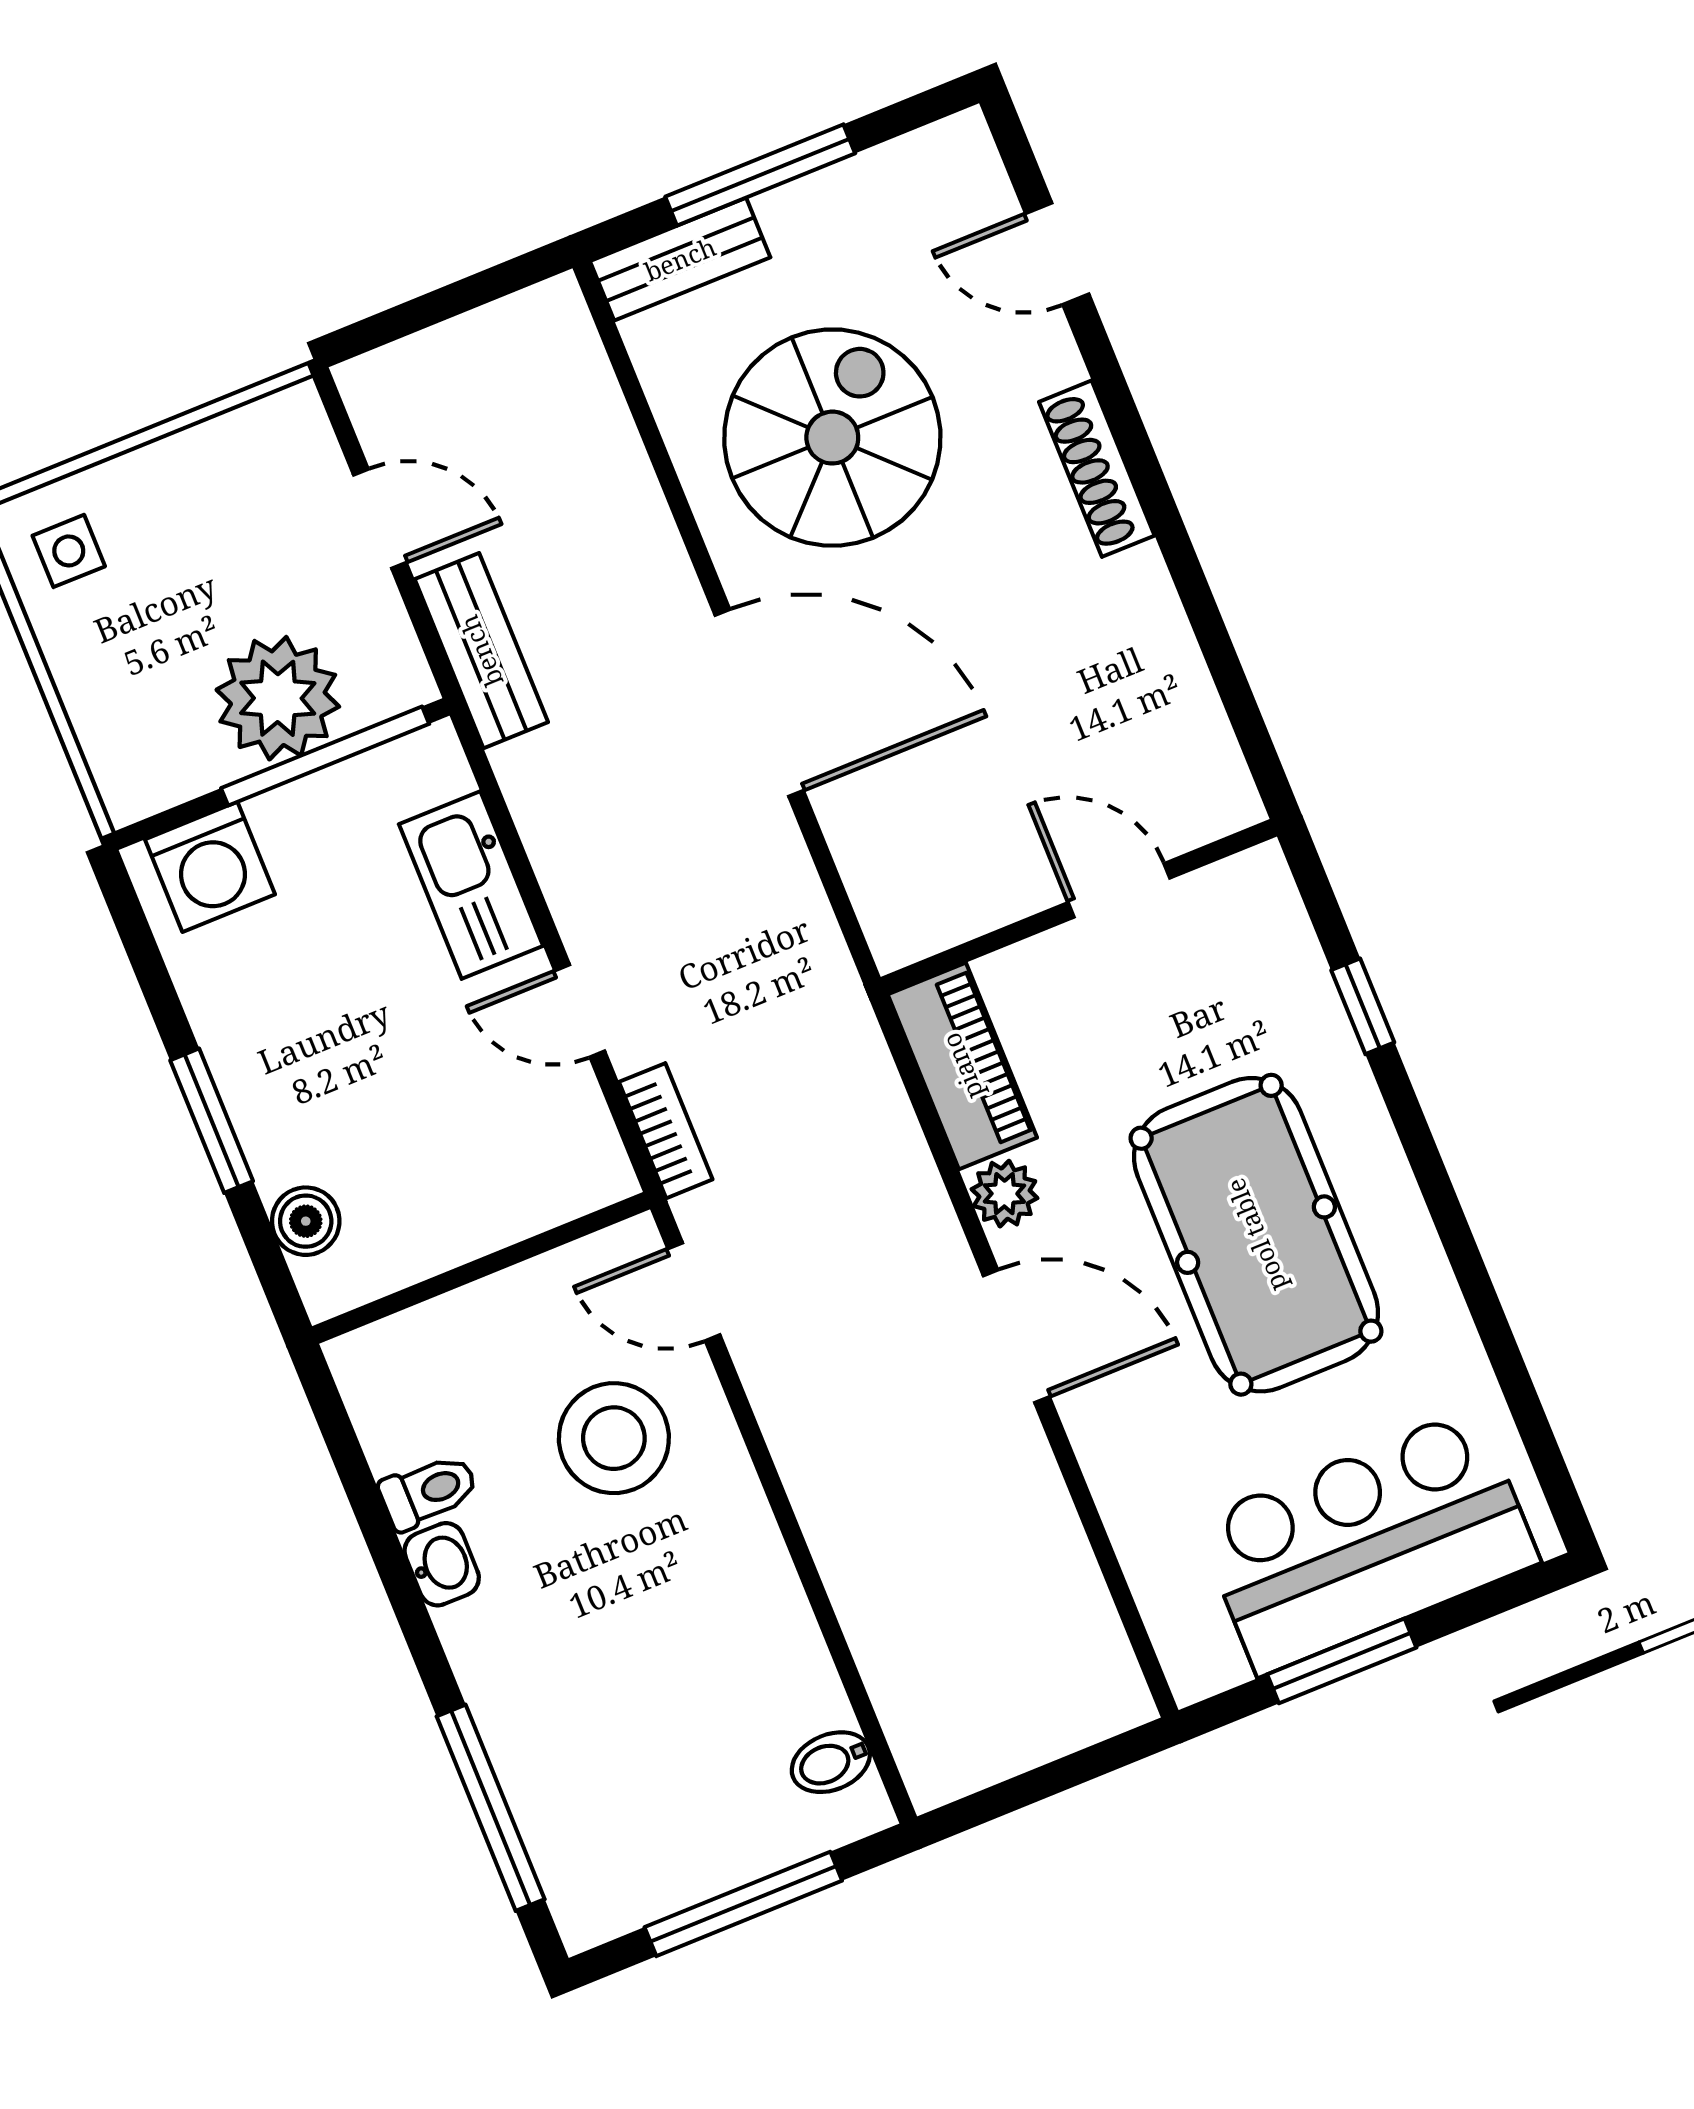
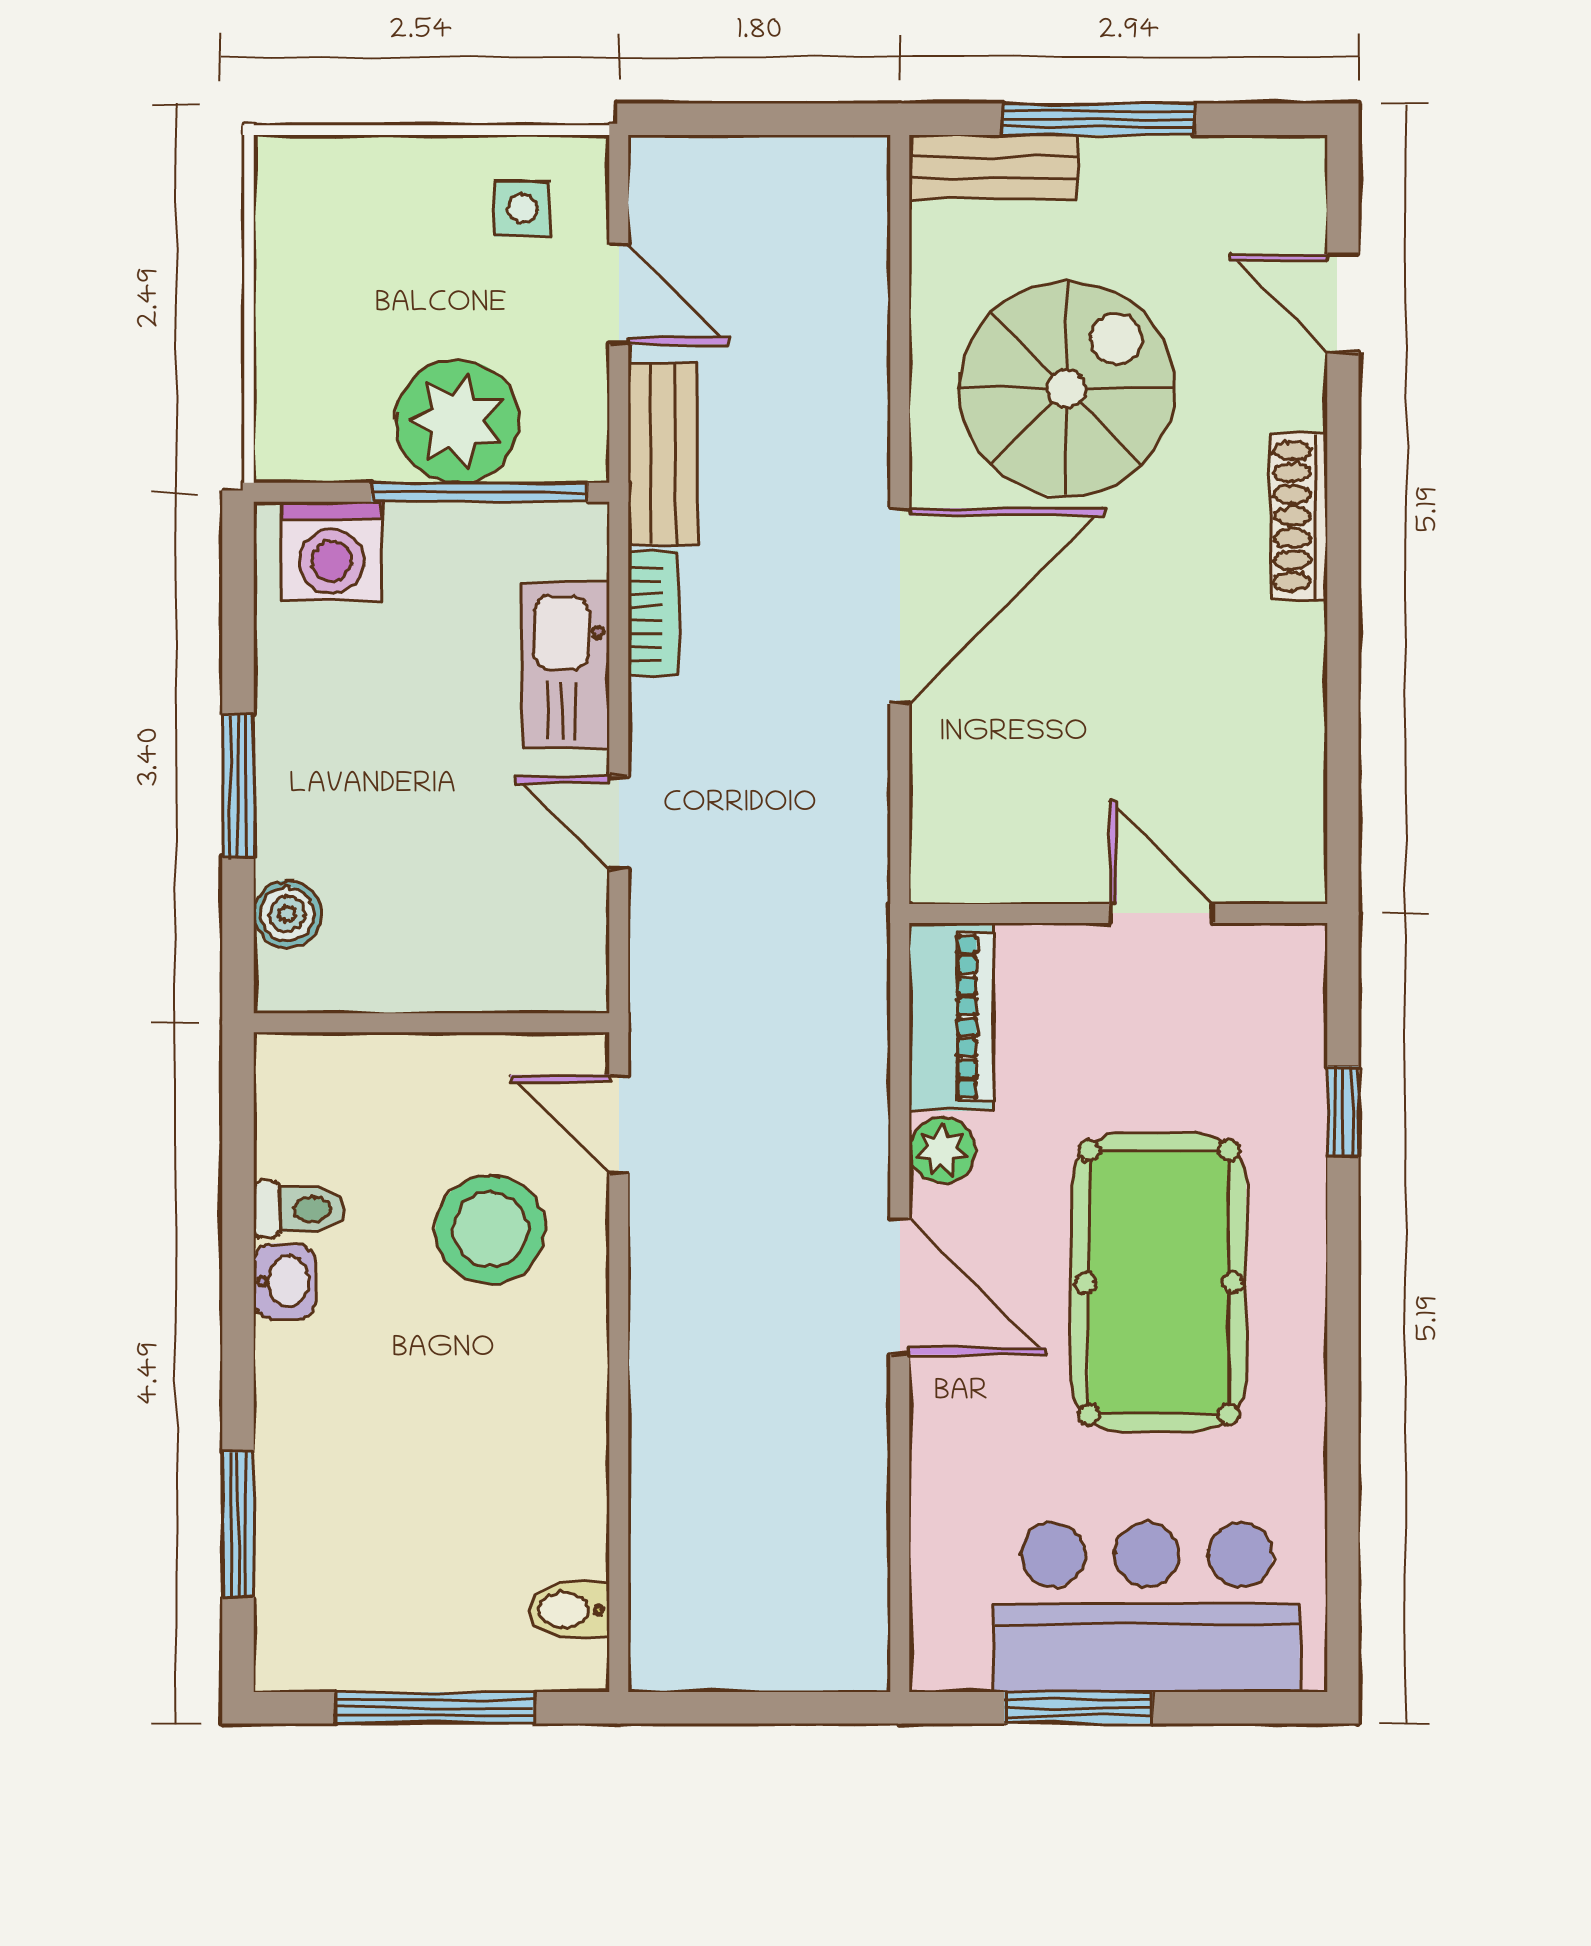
side table: (69, 551) -> (522, 209), moved
door: (759, 703) -> (900, 606), hinge flipped
bookcase: (666, 1131) -> (653, 613), moved
window: (491, 1808) -> (238, 1524), width x0.69

